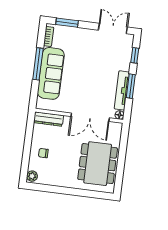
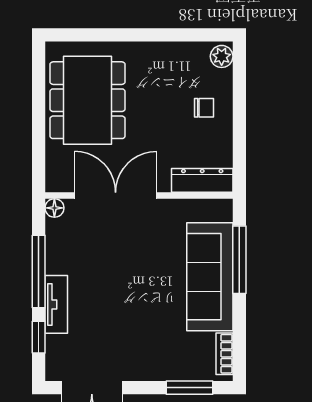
window: (38, 64) -> (239, 260), moved
window: (131, 86) -> (39, 272), width x1.44
tv unit: (122, 90) -> (56, 304), moved, width x0.71

